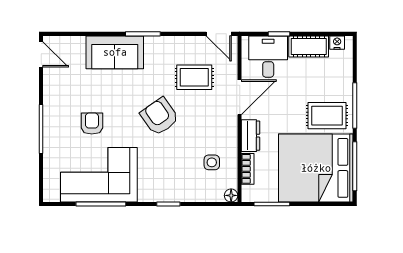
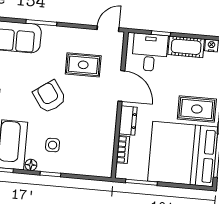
door: (219, 34) -> (108, 29), swing flipped
door: (240, 97) -> (121, 86), hinge flipped
side table: (212, 162) -> (53, 145), moved
floor lamp: (231, 195) -> (31, 165), moved

